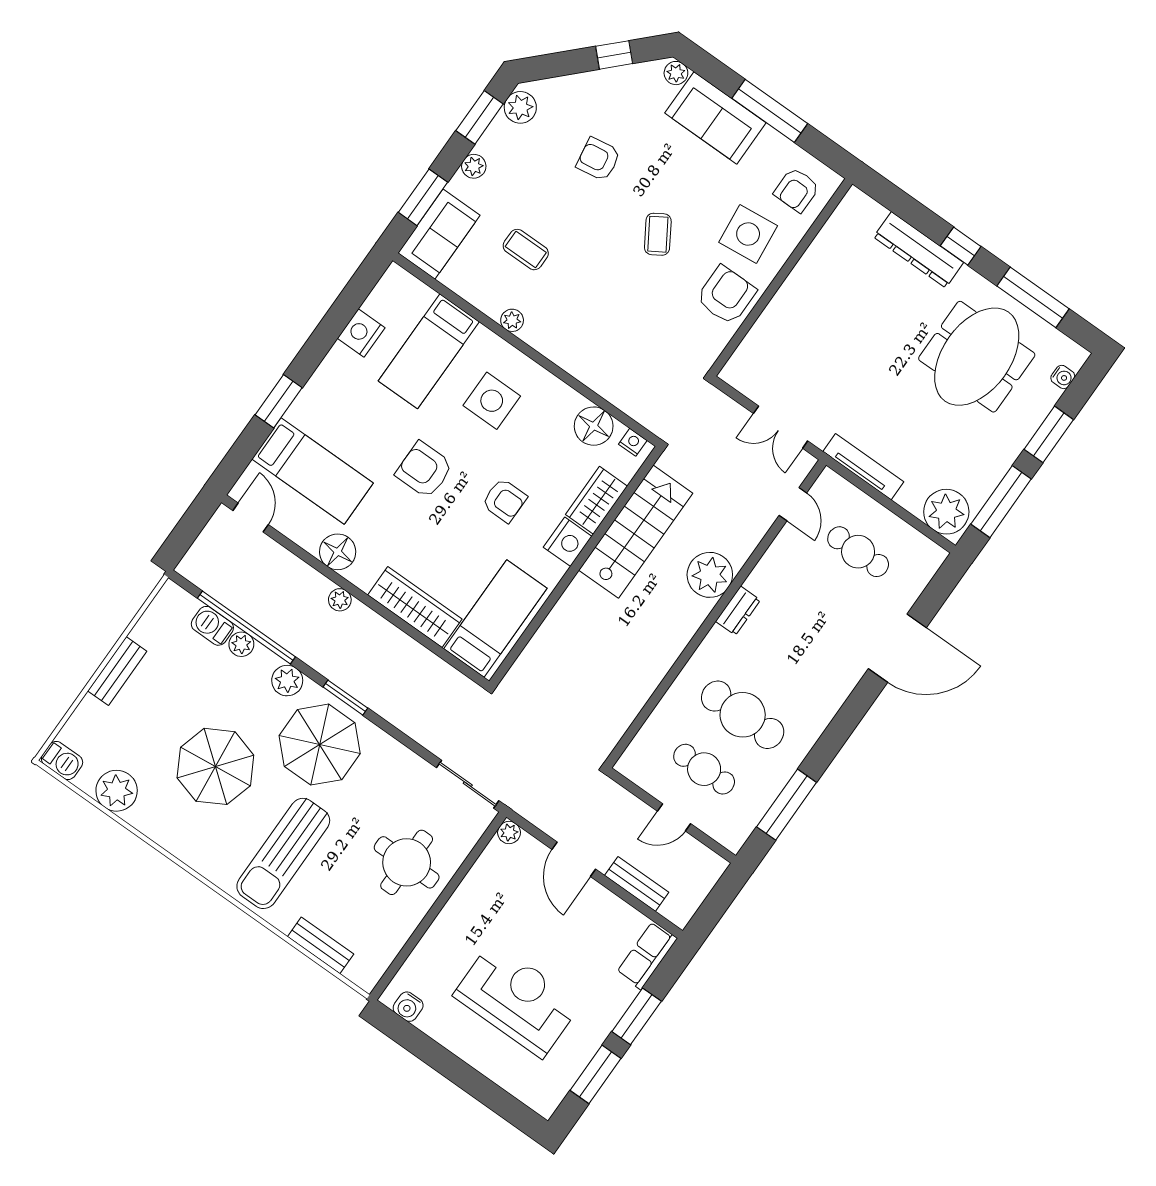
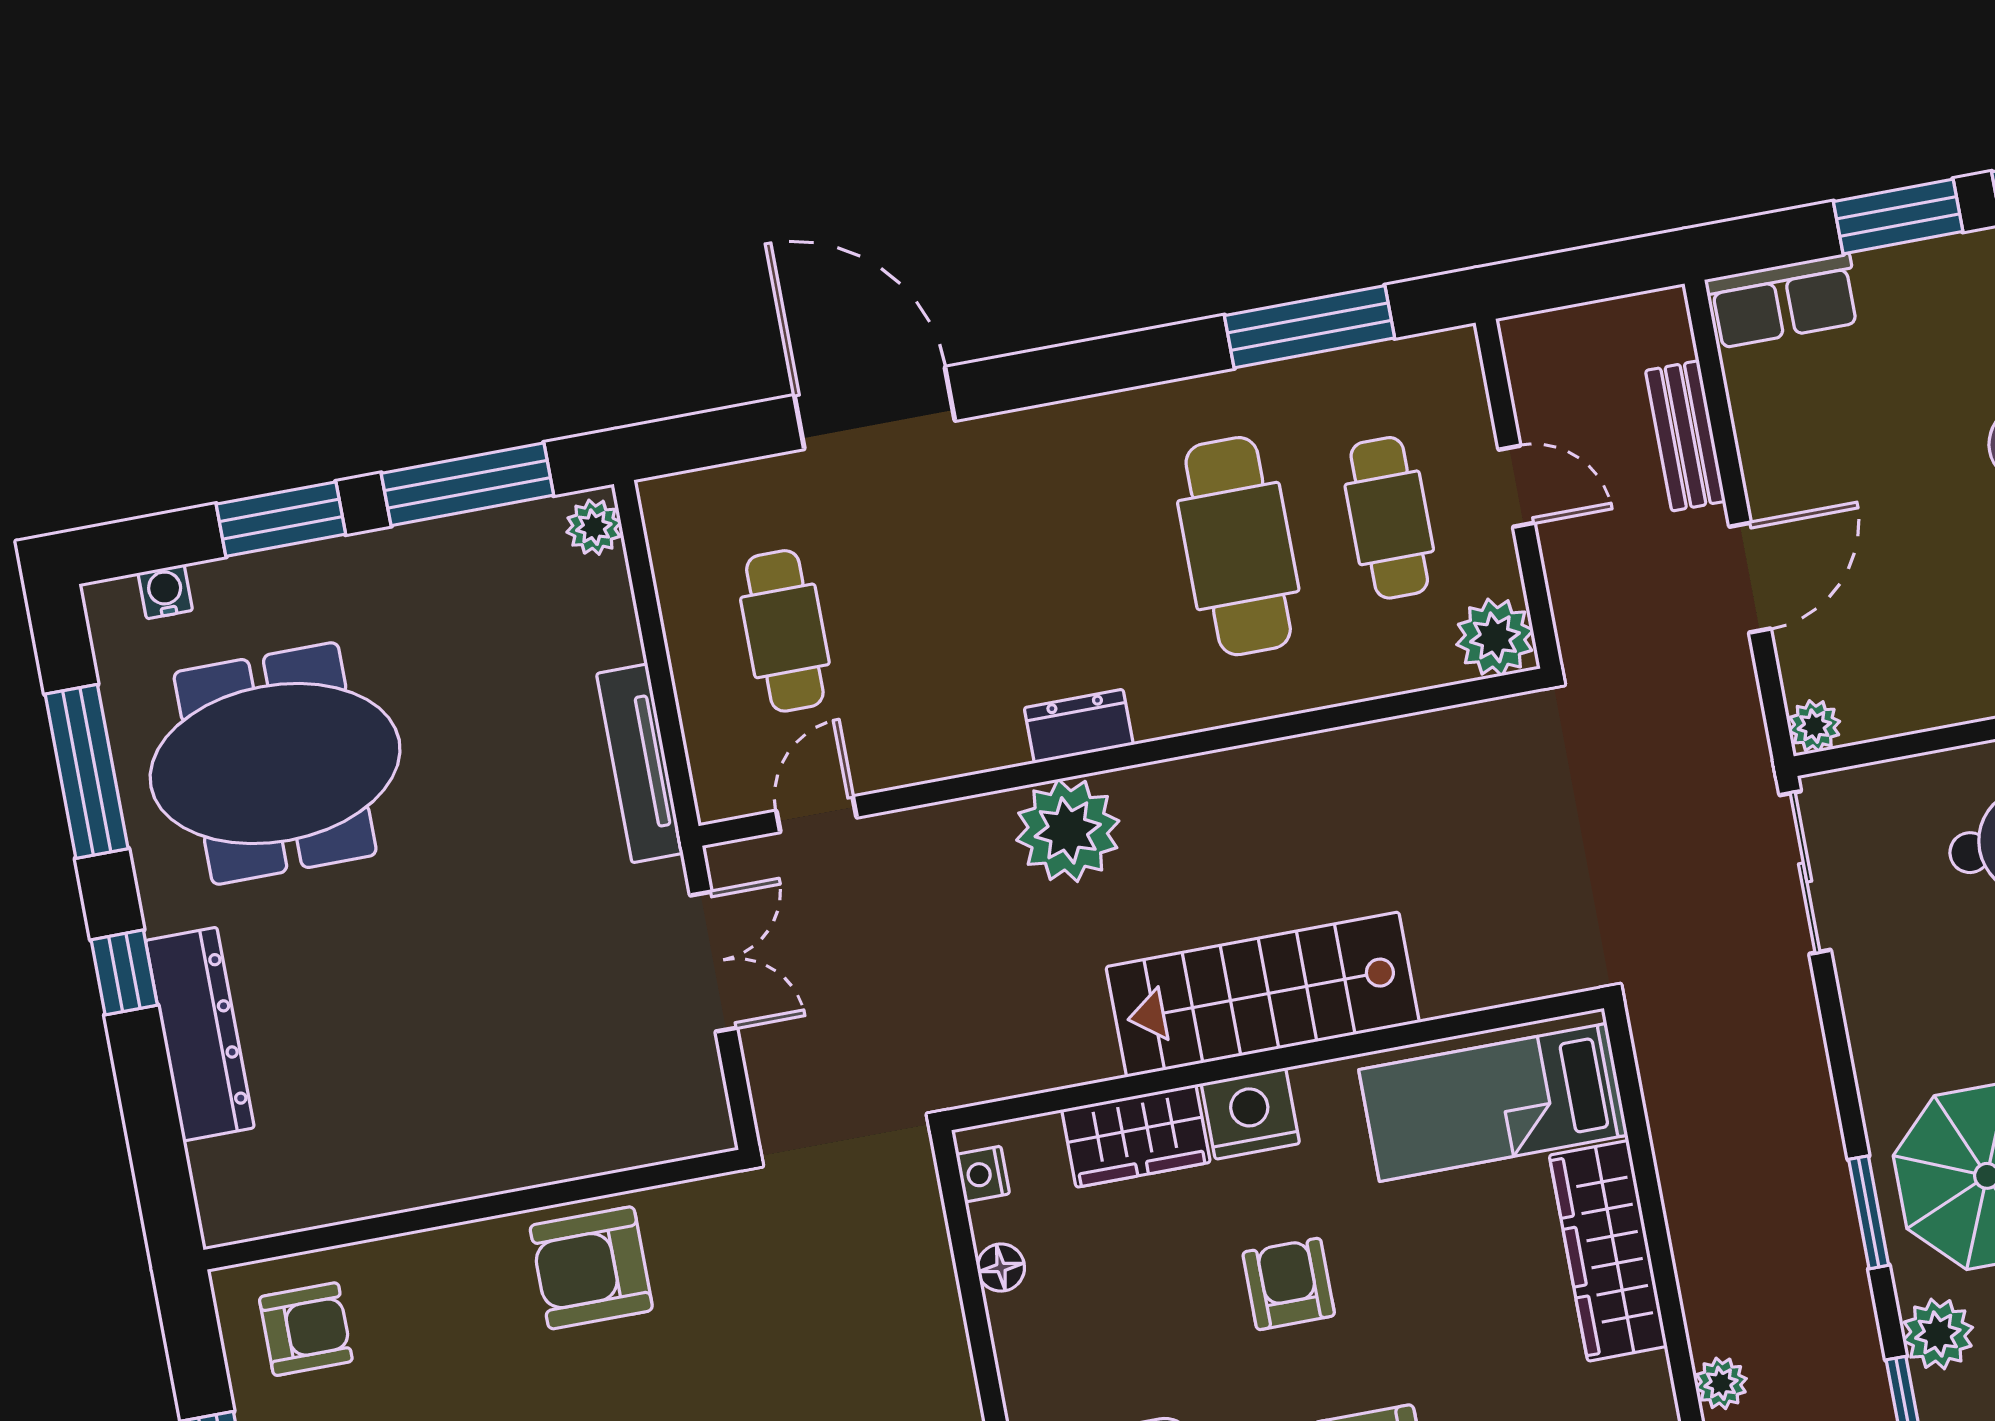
side table: (748, 234) -> (457, 1334), removed
floor lamp: (594, 426) -> (1001, 1268), width x0.53, depth x0.53
plant: (946, 512) -> (594, 527), width x0.53, depth x0.53
stairs: (636, 532) -> (1263, 994), moved
plant: (635, 764) -> (1495, 637), added

